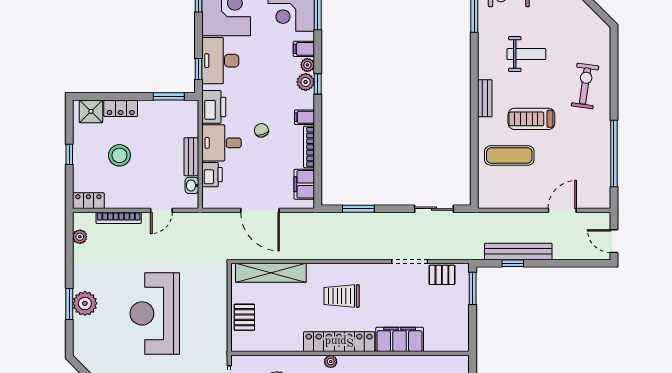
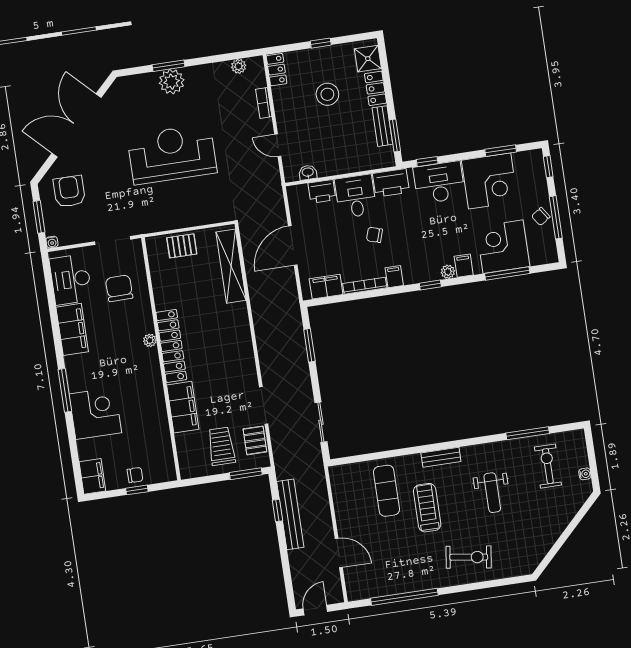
plant: (306, 82) -> (430, 272), removed
chair: (261, 130) -> (374, 235), turned -146
bench: (191, 157) -> (382, 126), moved, turned 90
bookcase: (119, 218) -> (264, 103), width x0.64
trolley: (342, 296) -> (221, 446), moved

